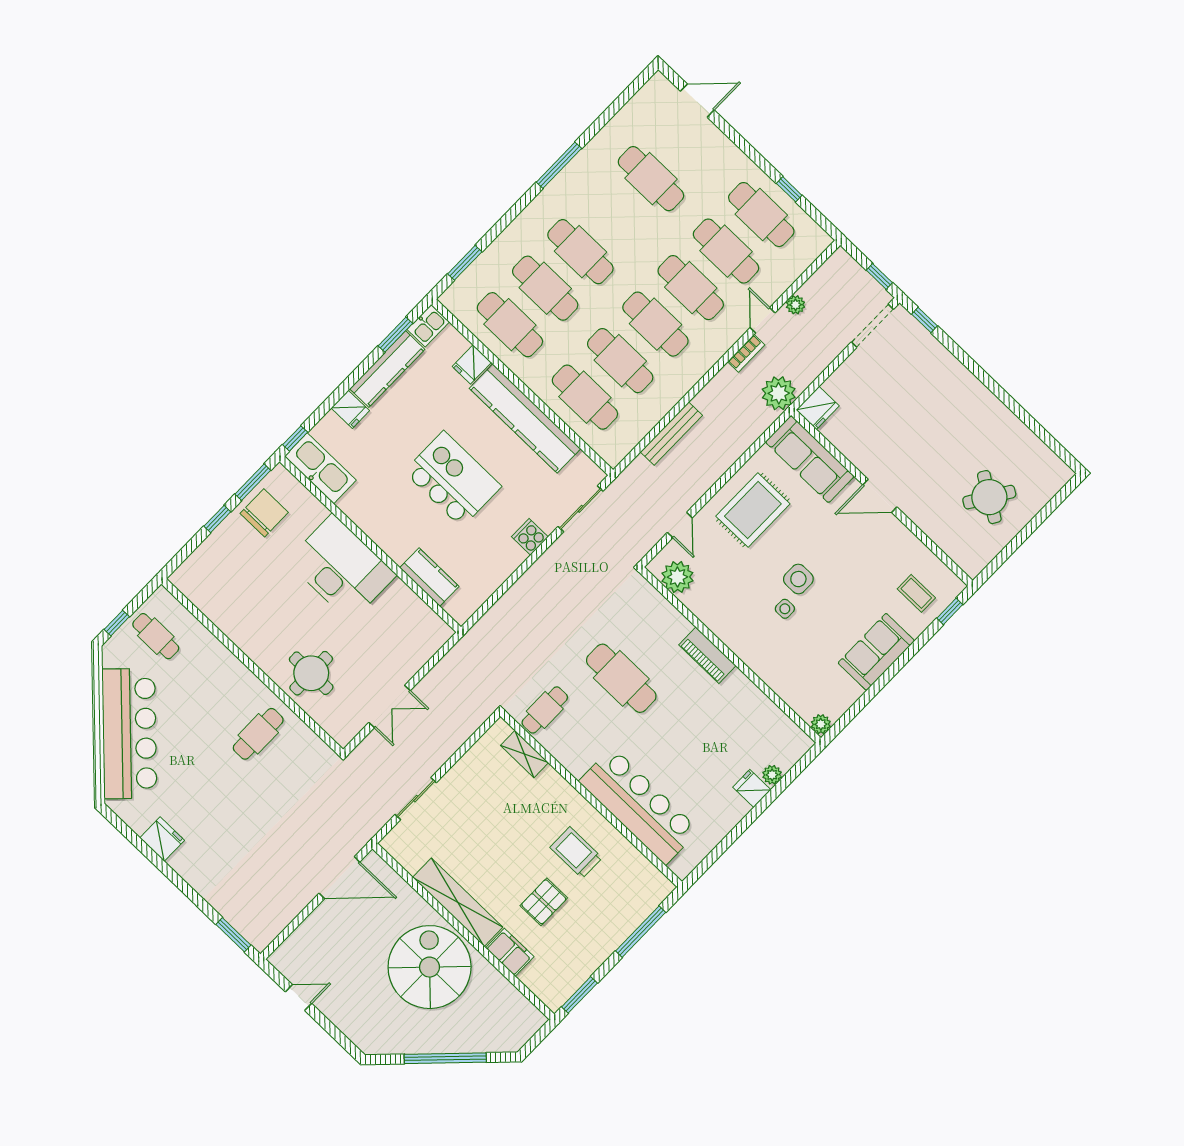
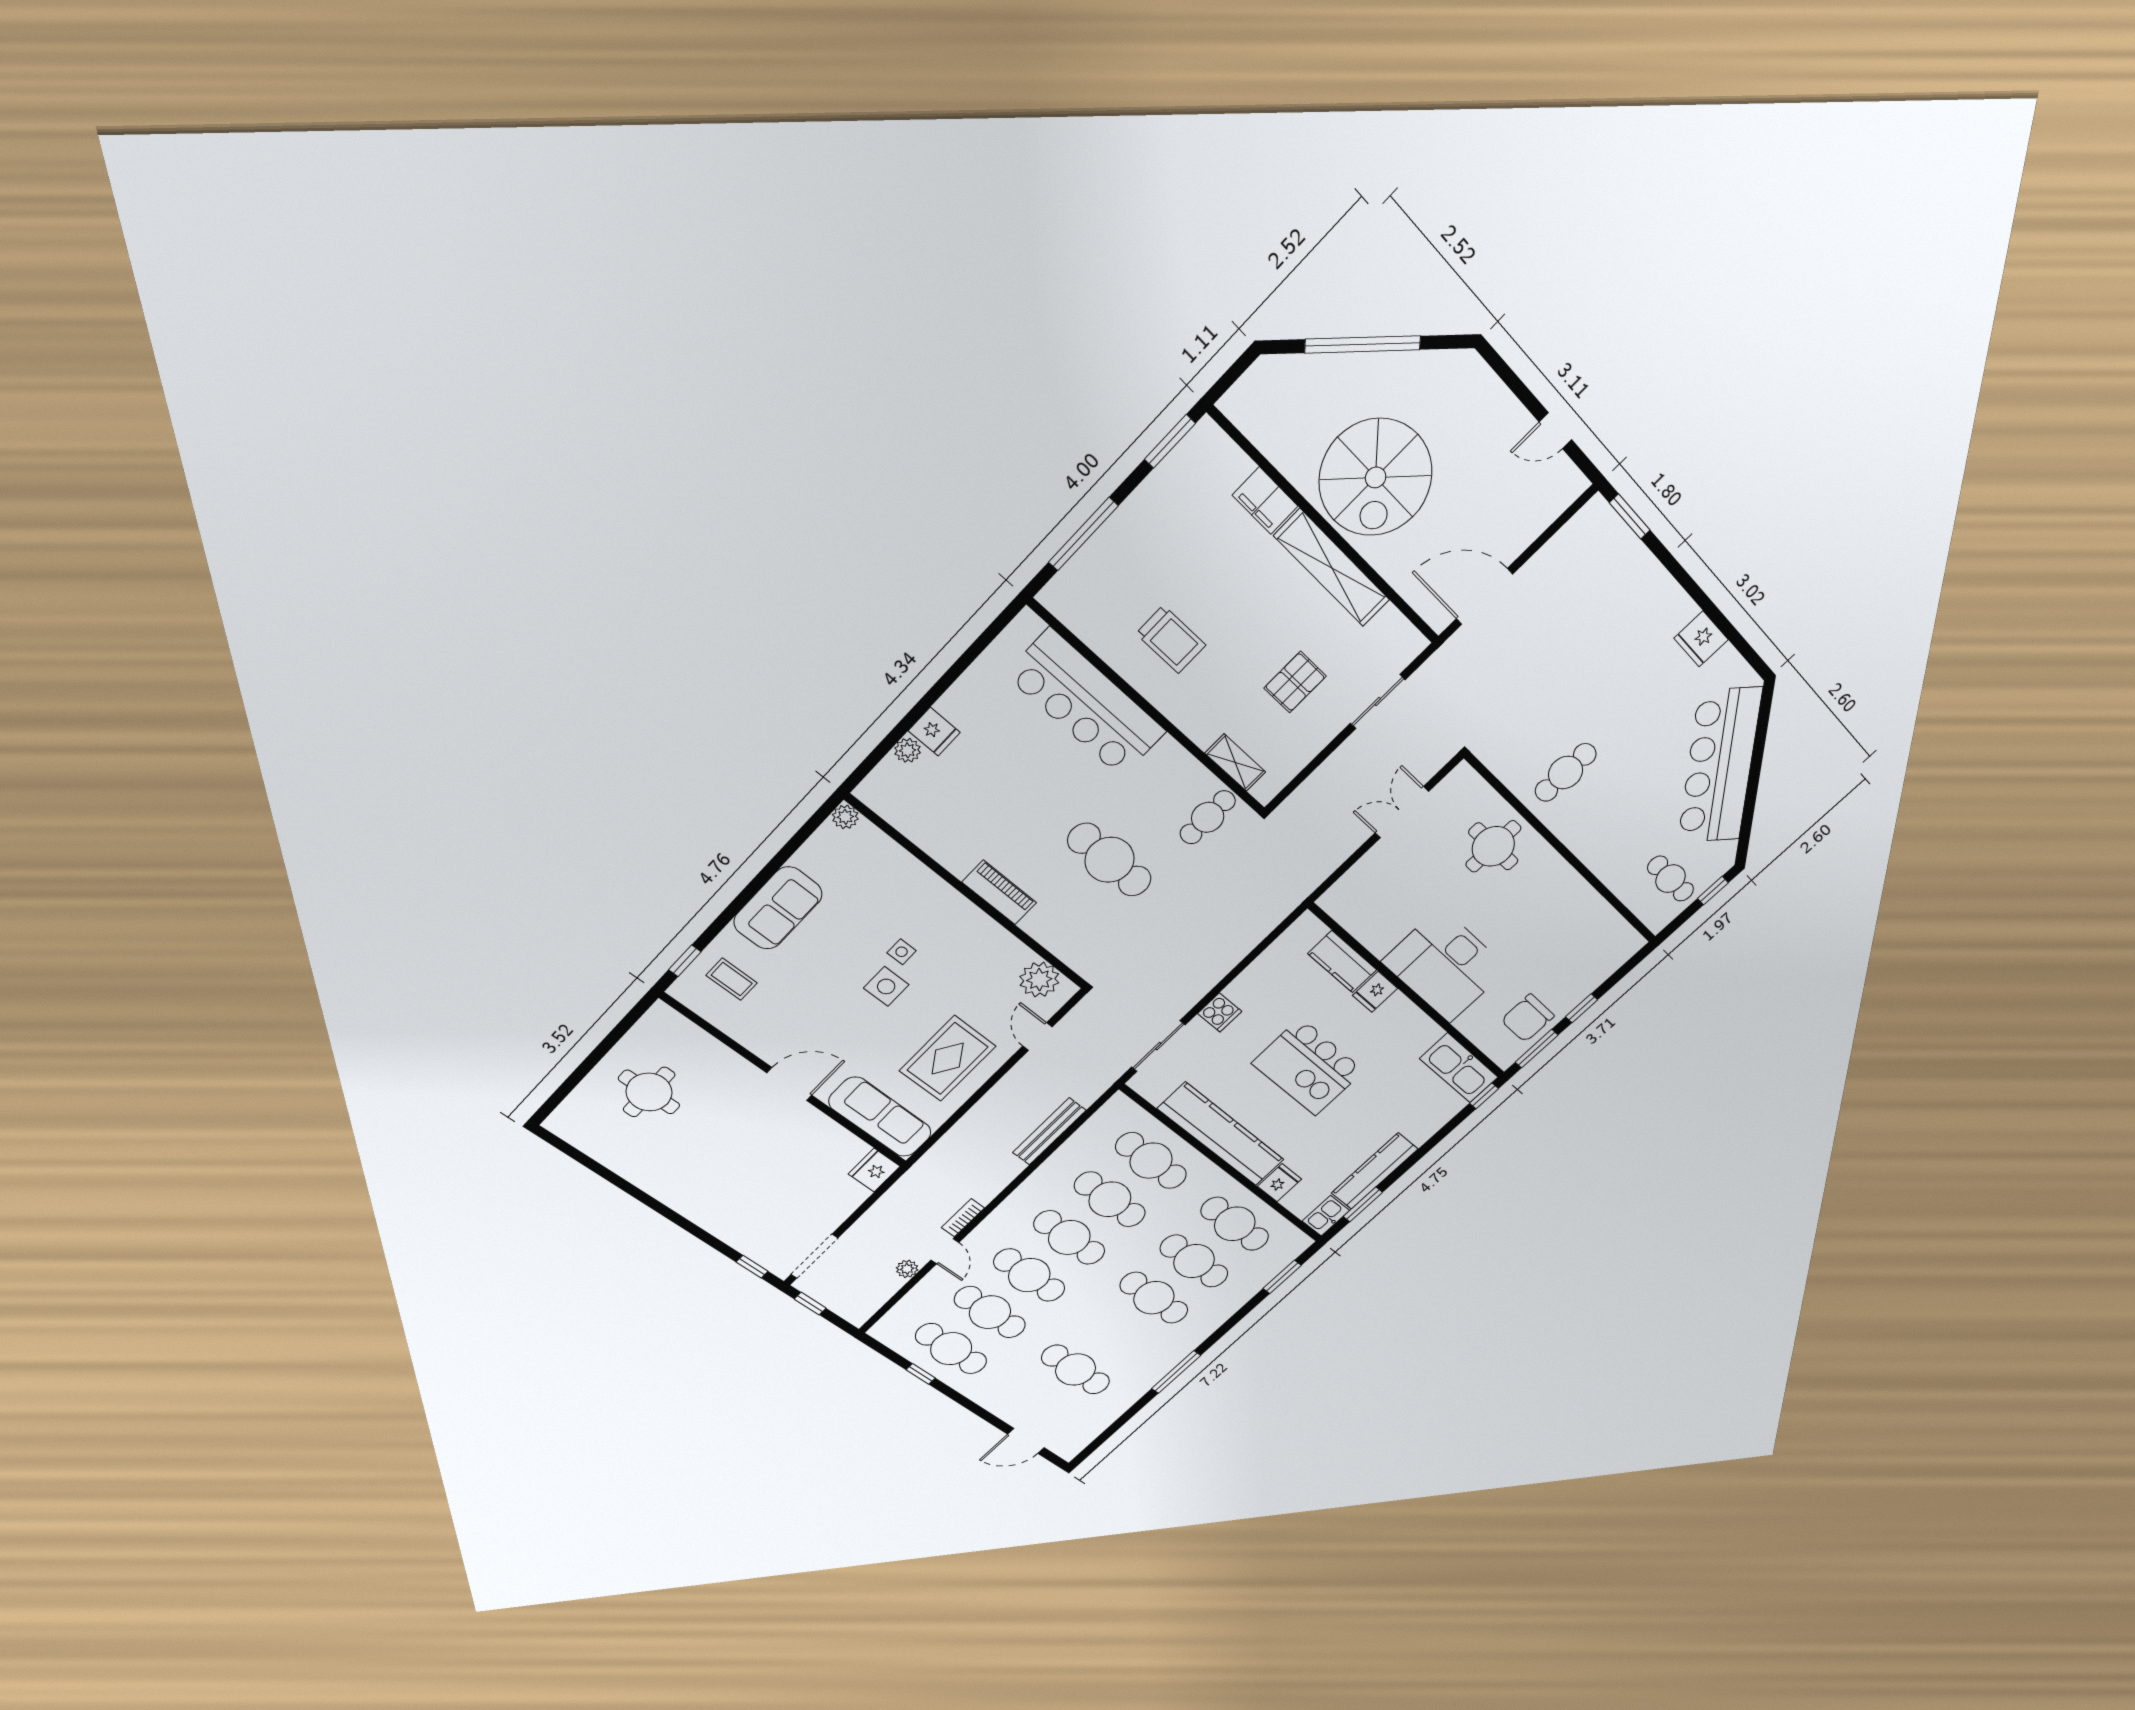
plant: (779, 393) -> (922, 1181), removed
fridge: (350, 409) -> (1375, 992), moved, turned -90
round table: (989, 497) -> (649, 1092), turned -32
pallet: (544, 902) -> (1295, 682), moved

